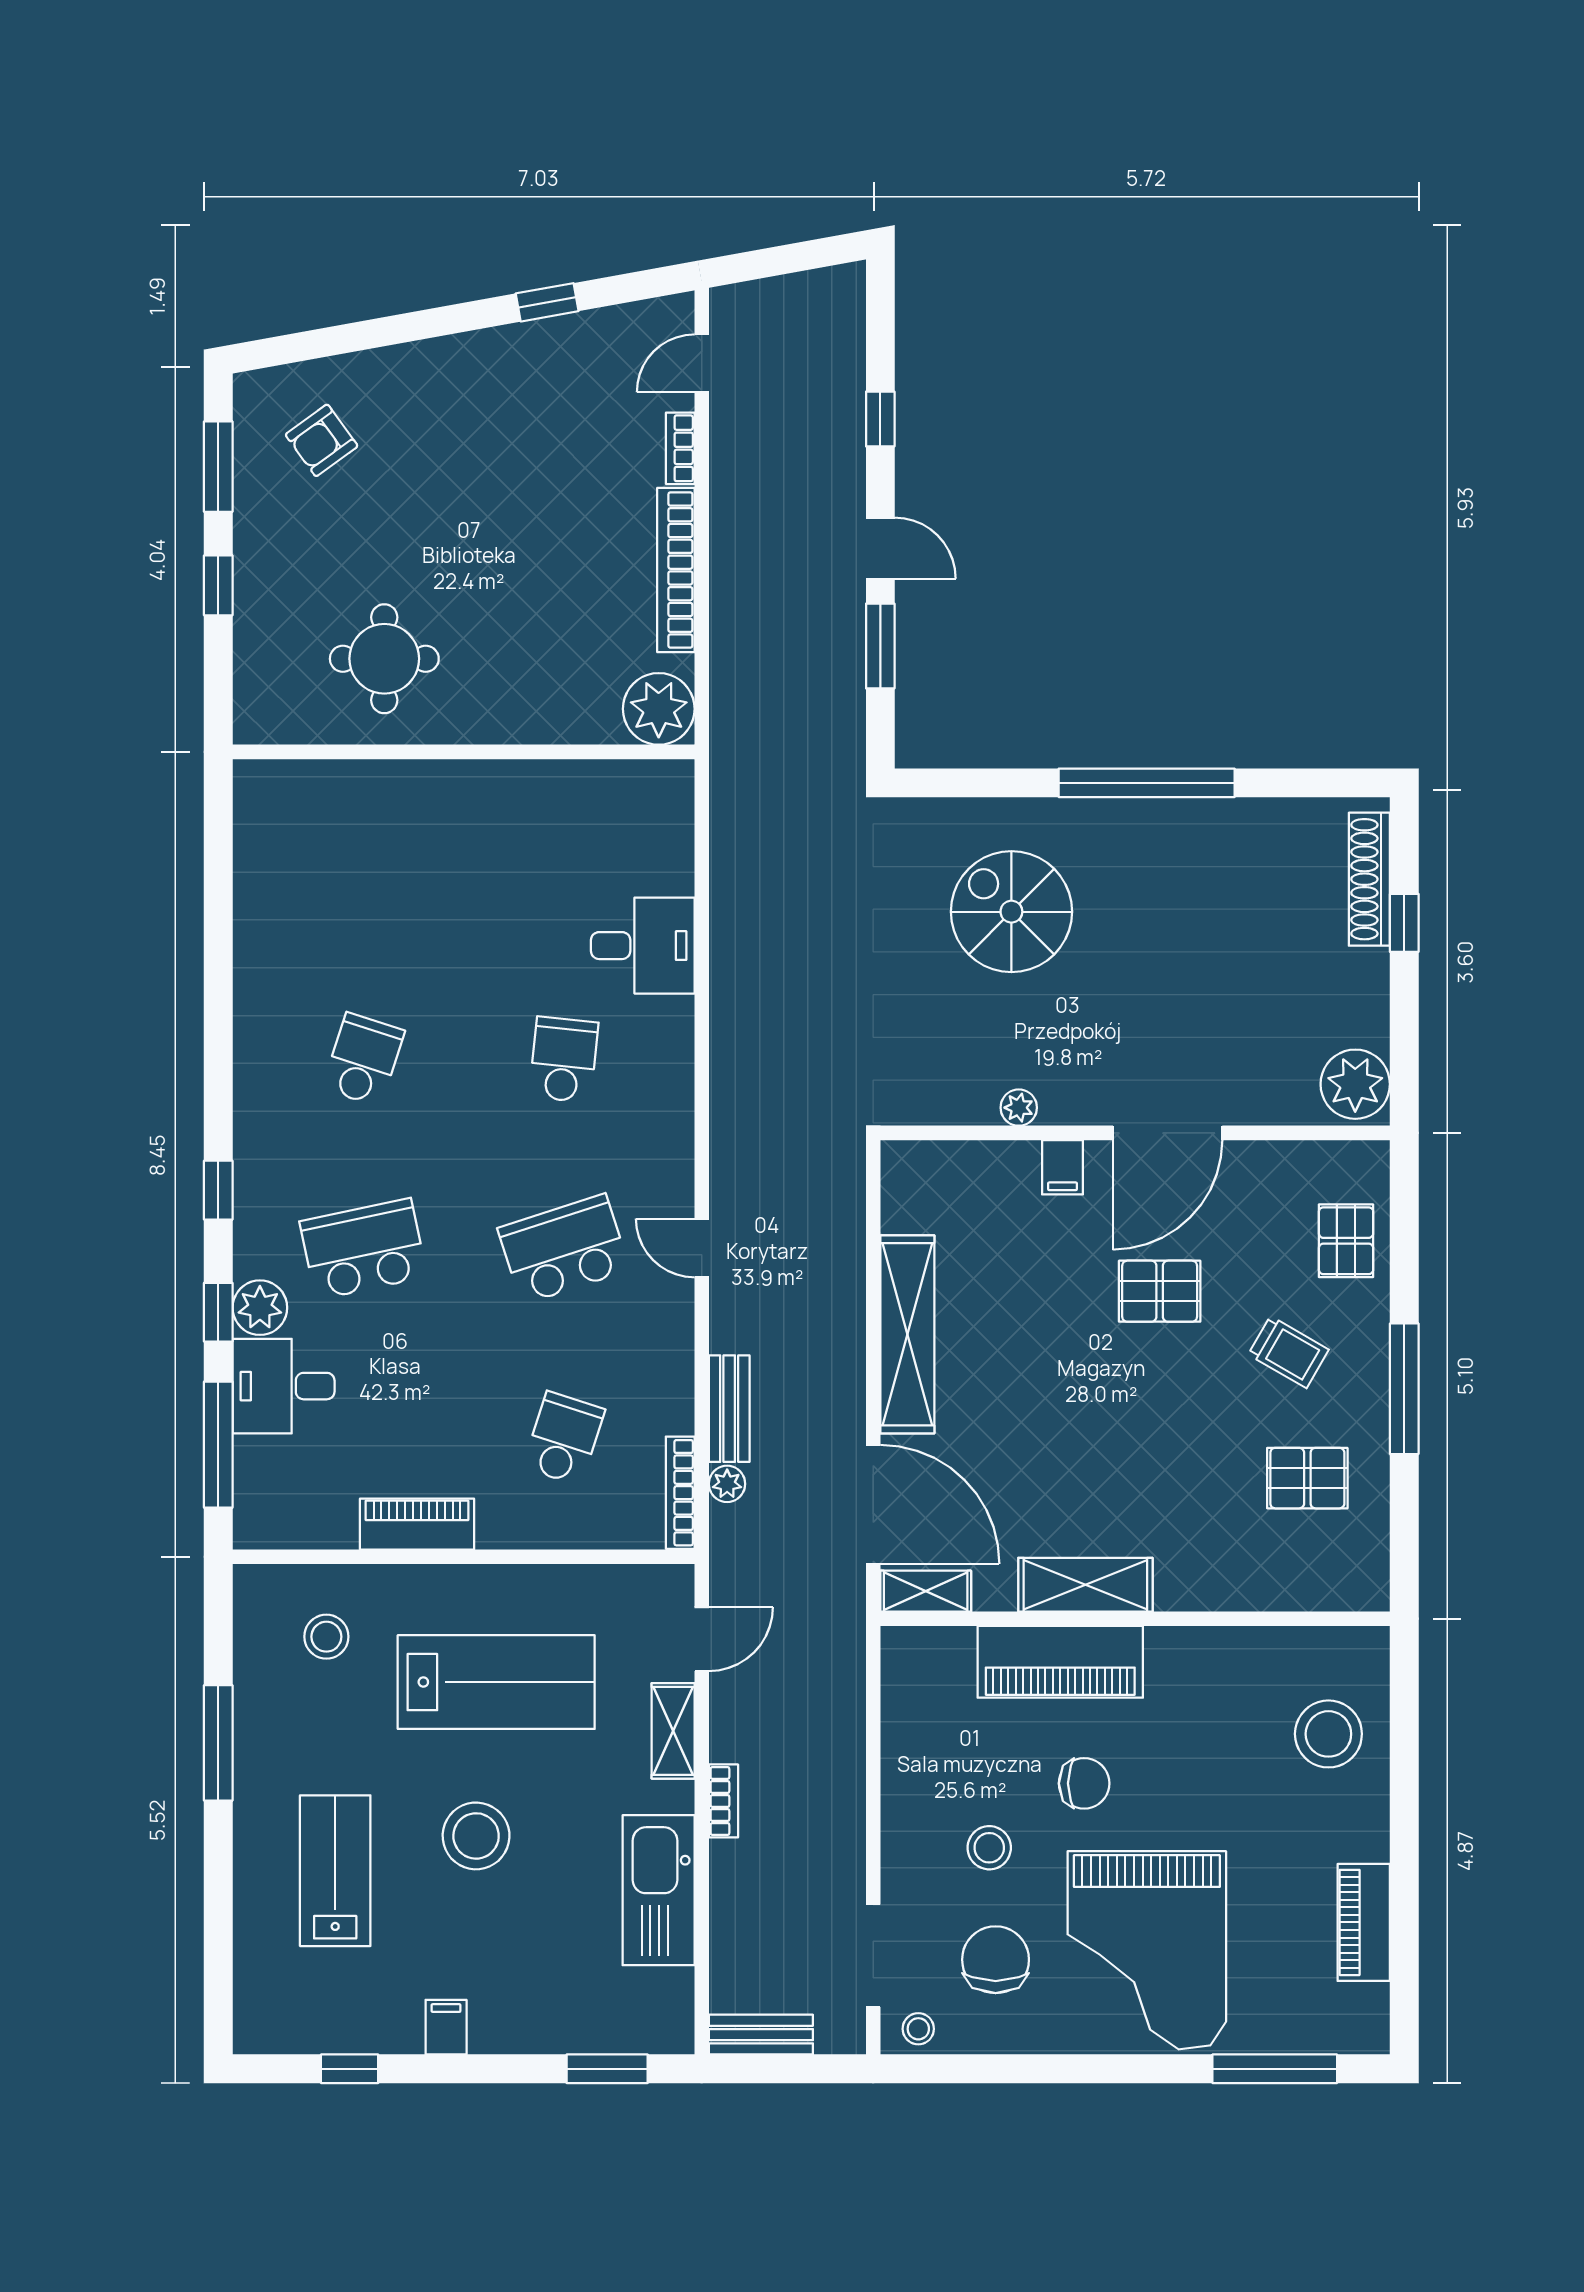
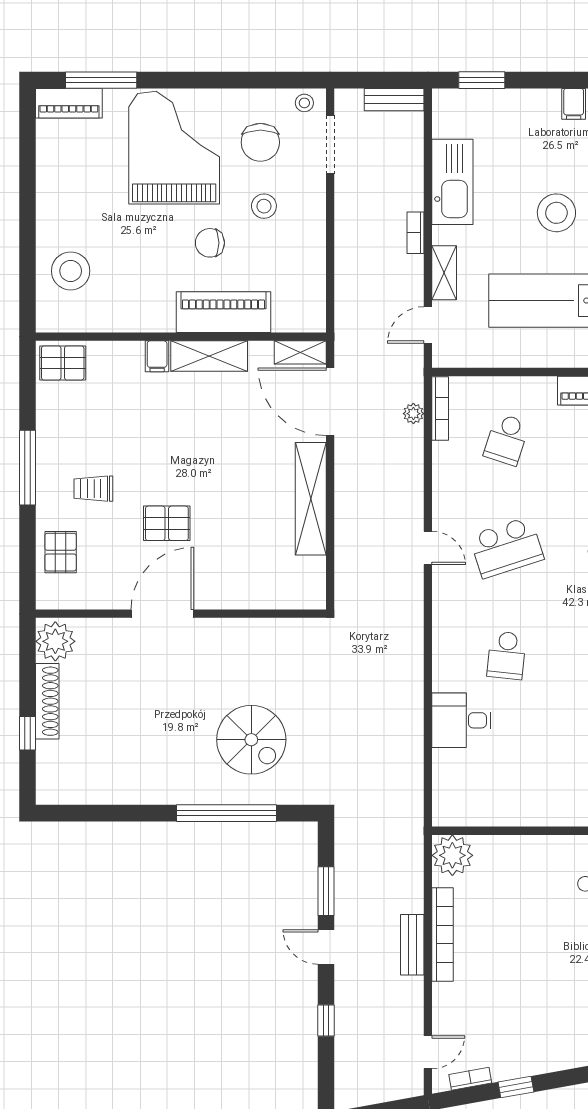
bookcase: (680, 448) -> (470, 1079), moved, turned -100
window: (1147, 783) -> (226, 813), moved
shoe rack: (1369, 879) -> (47, 701), moved
plant: (1019, 1108) -> (247, 628), removed
filing cabinet: (1062, 1167) -> (157, 356), moved, turned 180
trolley: (1288, 1352) -> (93, 489), turned -30
bench: (729, 1409) -> (412, 945), moved
pallet: (1307, 1478) -> (63, 363), moved
piano: (1364, 1922) -> (69, 103), moved, turned 90

